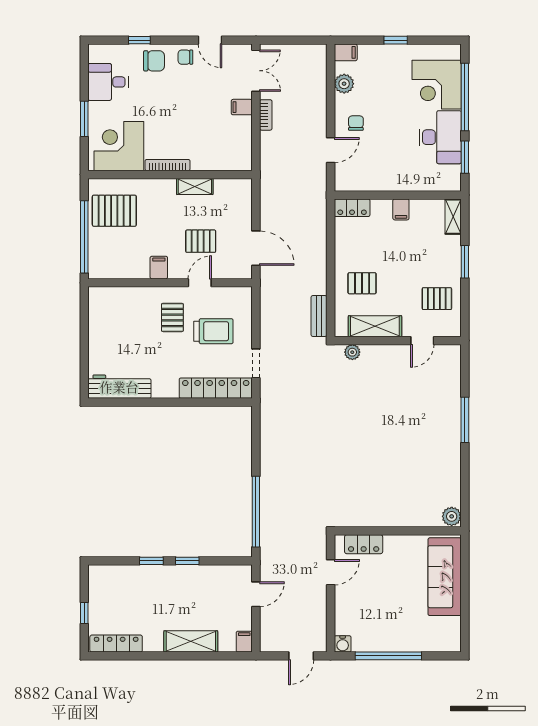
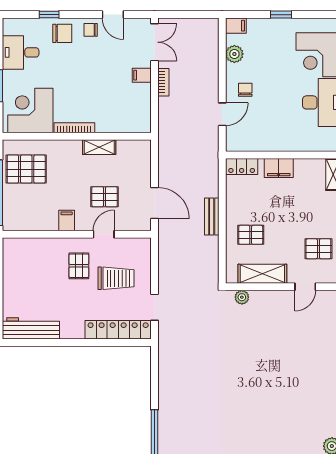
filing cabinet: (401, 209) -> (279, 168), width x2.00
bench: (319, 316) -> (212, 216), moved

